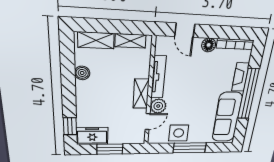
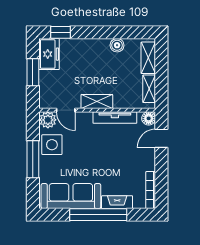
floor lamp: (209, 45) -> (149, 118), moved
plant: (158, 106) -> (48, 120), moved

